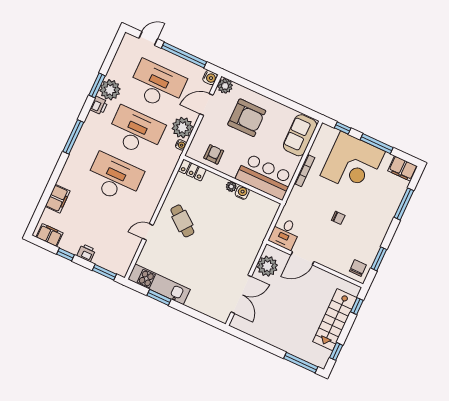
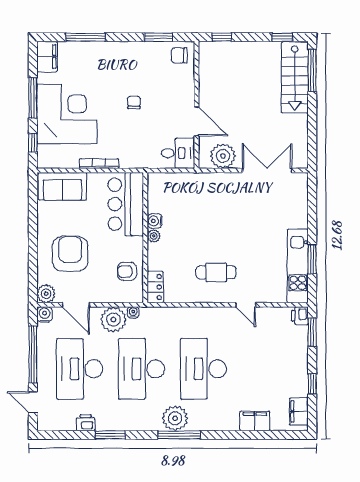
plant: (110, 90) -> (175, 418), moved
printer: (99, 106) -> (86, 423), moved
cafe table: (182, 221) -> (216, 272), turned 52
printer: (86, 253) -> (300, 316), moved
stairs: (335, 320) -> (295, 77), moved, turned 90

